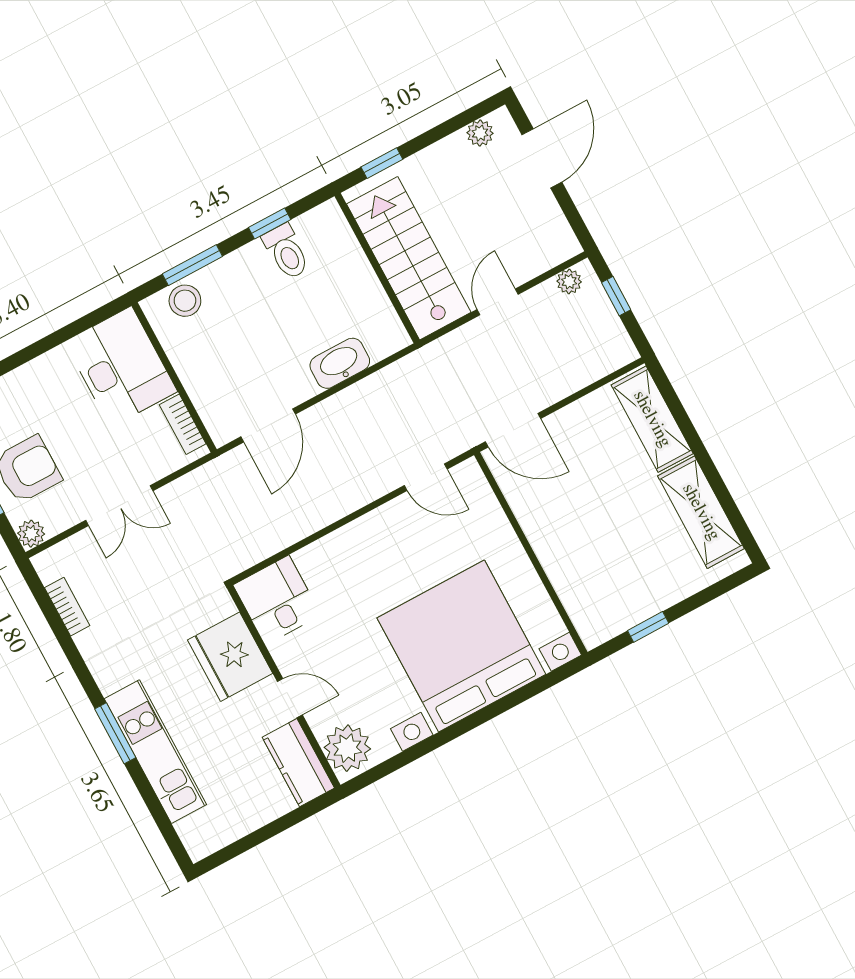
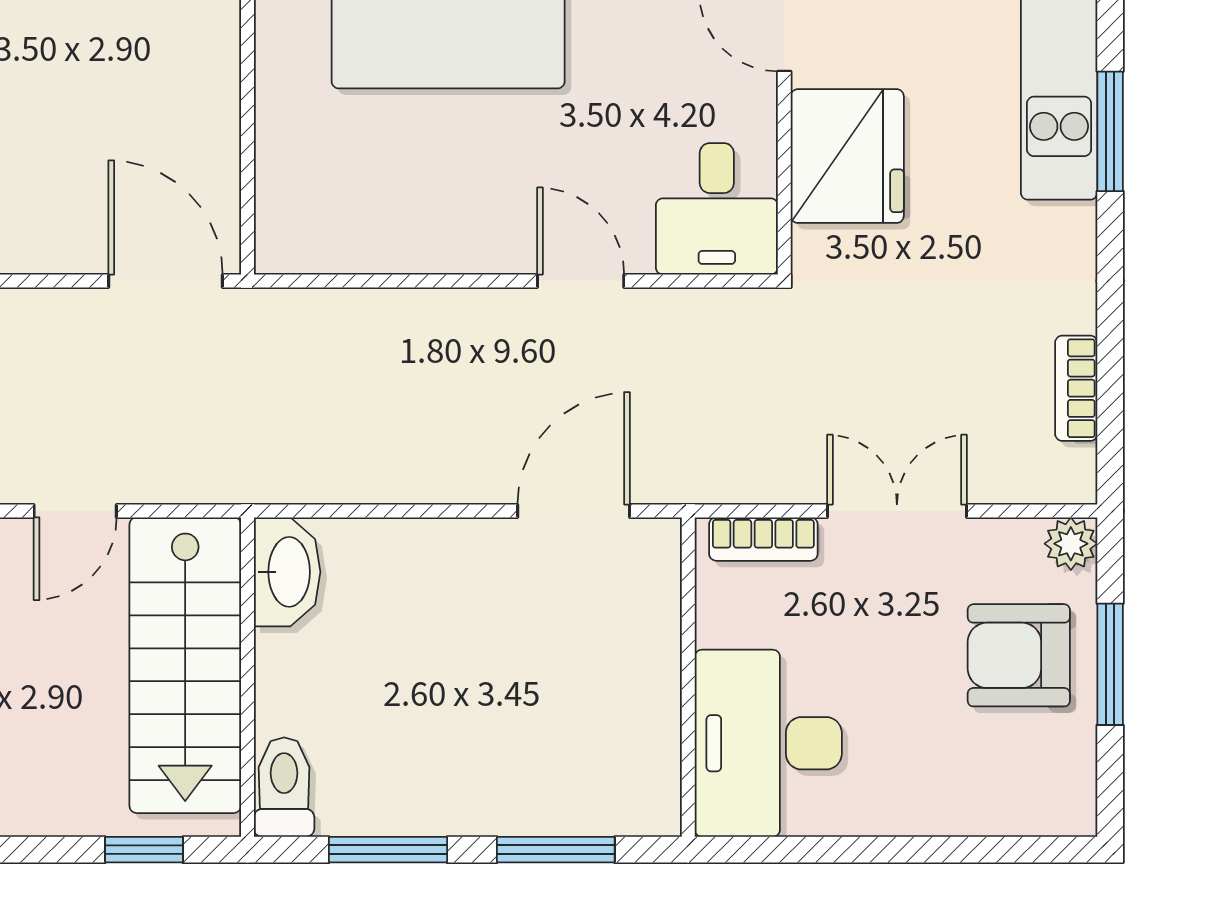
window: (270, 224) -> (388, 850), width x1.50
toilet: (286, 252) -> (284, 787), moved
stool: (185, 301) -> (600, 797), removed
washbasin: (340, 363) -> (287, 572), moved, turned -90
bookcase: (183, 424) -> (763, 539), moved, turned 90
door: (426, 477) -> (581, 281), moved

